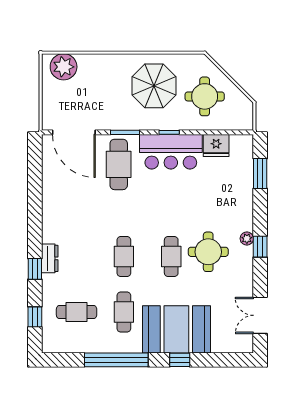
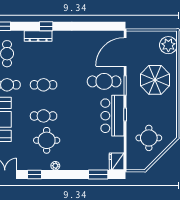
parasol: (154, 86) -> (155, 80), moved
fridge: (216, 146) -> (117, 161), moved
window: (260, 247) -> (35, 175), moved
dresser: (50, 258) -> (38, 36), width x1.44
window: (35, 269) -> (46, 26), moved

